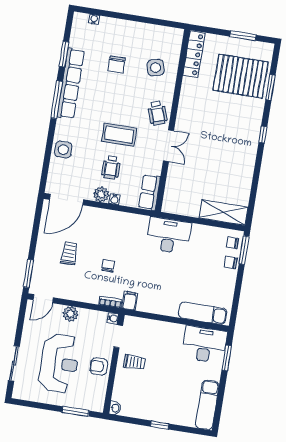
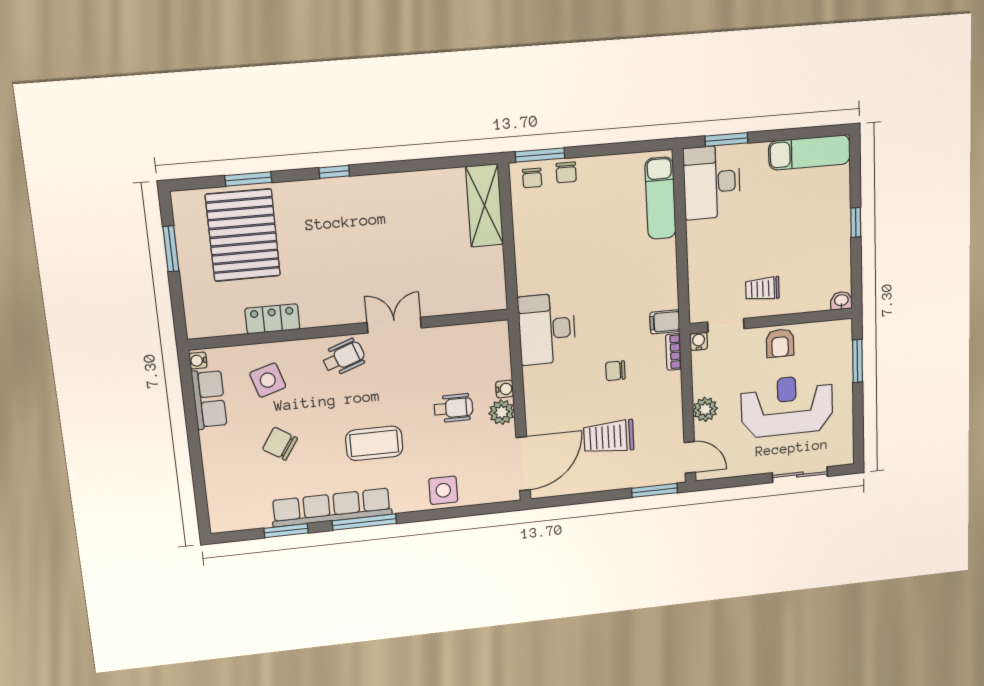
water cooler: (94, 19) -> (198, 361), moved
locker: (194, 54) -> (272, 319), moved, width x0.66
chair: (117, 64) -> (280, 444), turned -147
coffee table: (119, 135) -> (374, 443), moved, turned 90
row of seats: (149, 192) -> (209, 399), moved, turned -90
door: (67, 200) -> (523, 464), hinge flipped
desk: (169, 236) -> (547, 329), moved
trolley: (69, 253) -> (609, 437), width x1.36, depth x1.39
trolley: (134, 362) -> (762, 289), turned -90

